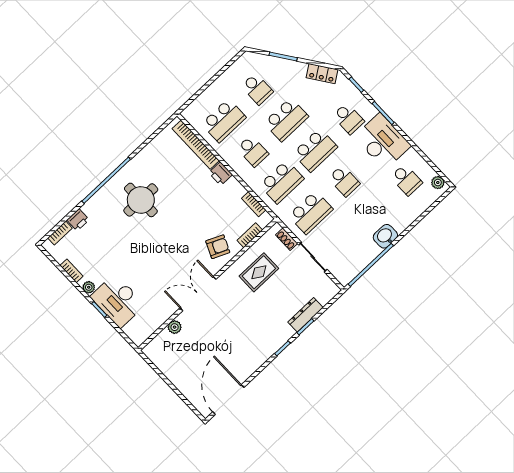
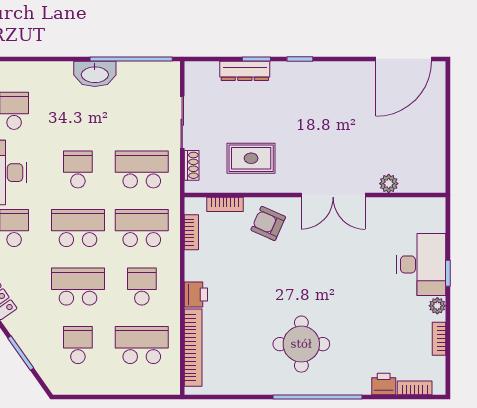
washbasin: (385, 236) -> (95, 74), width x1.38

